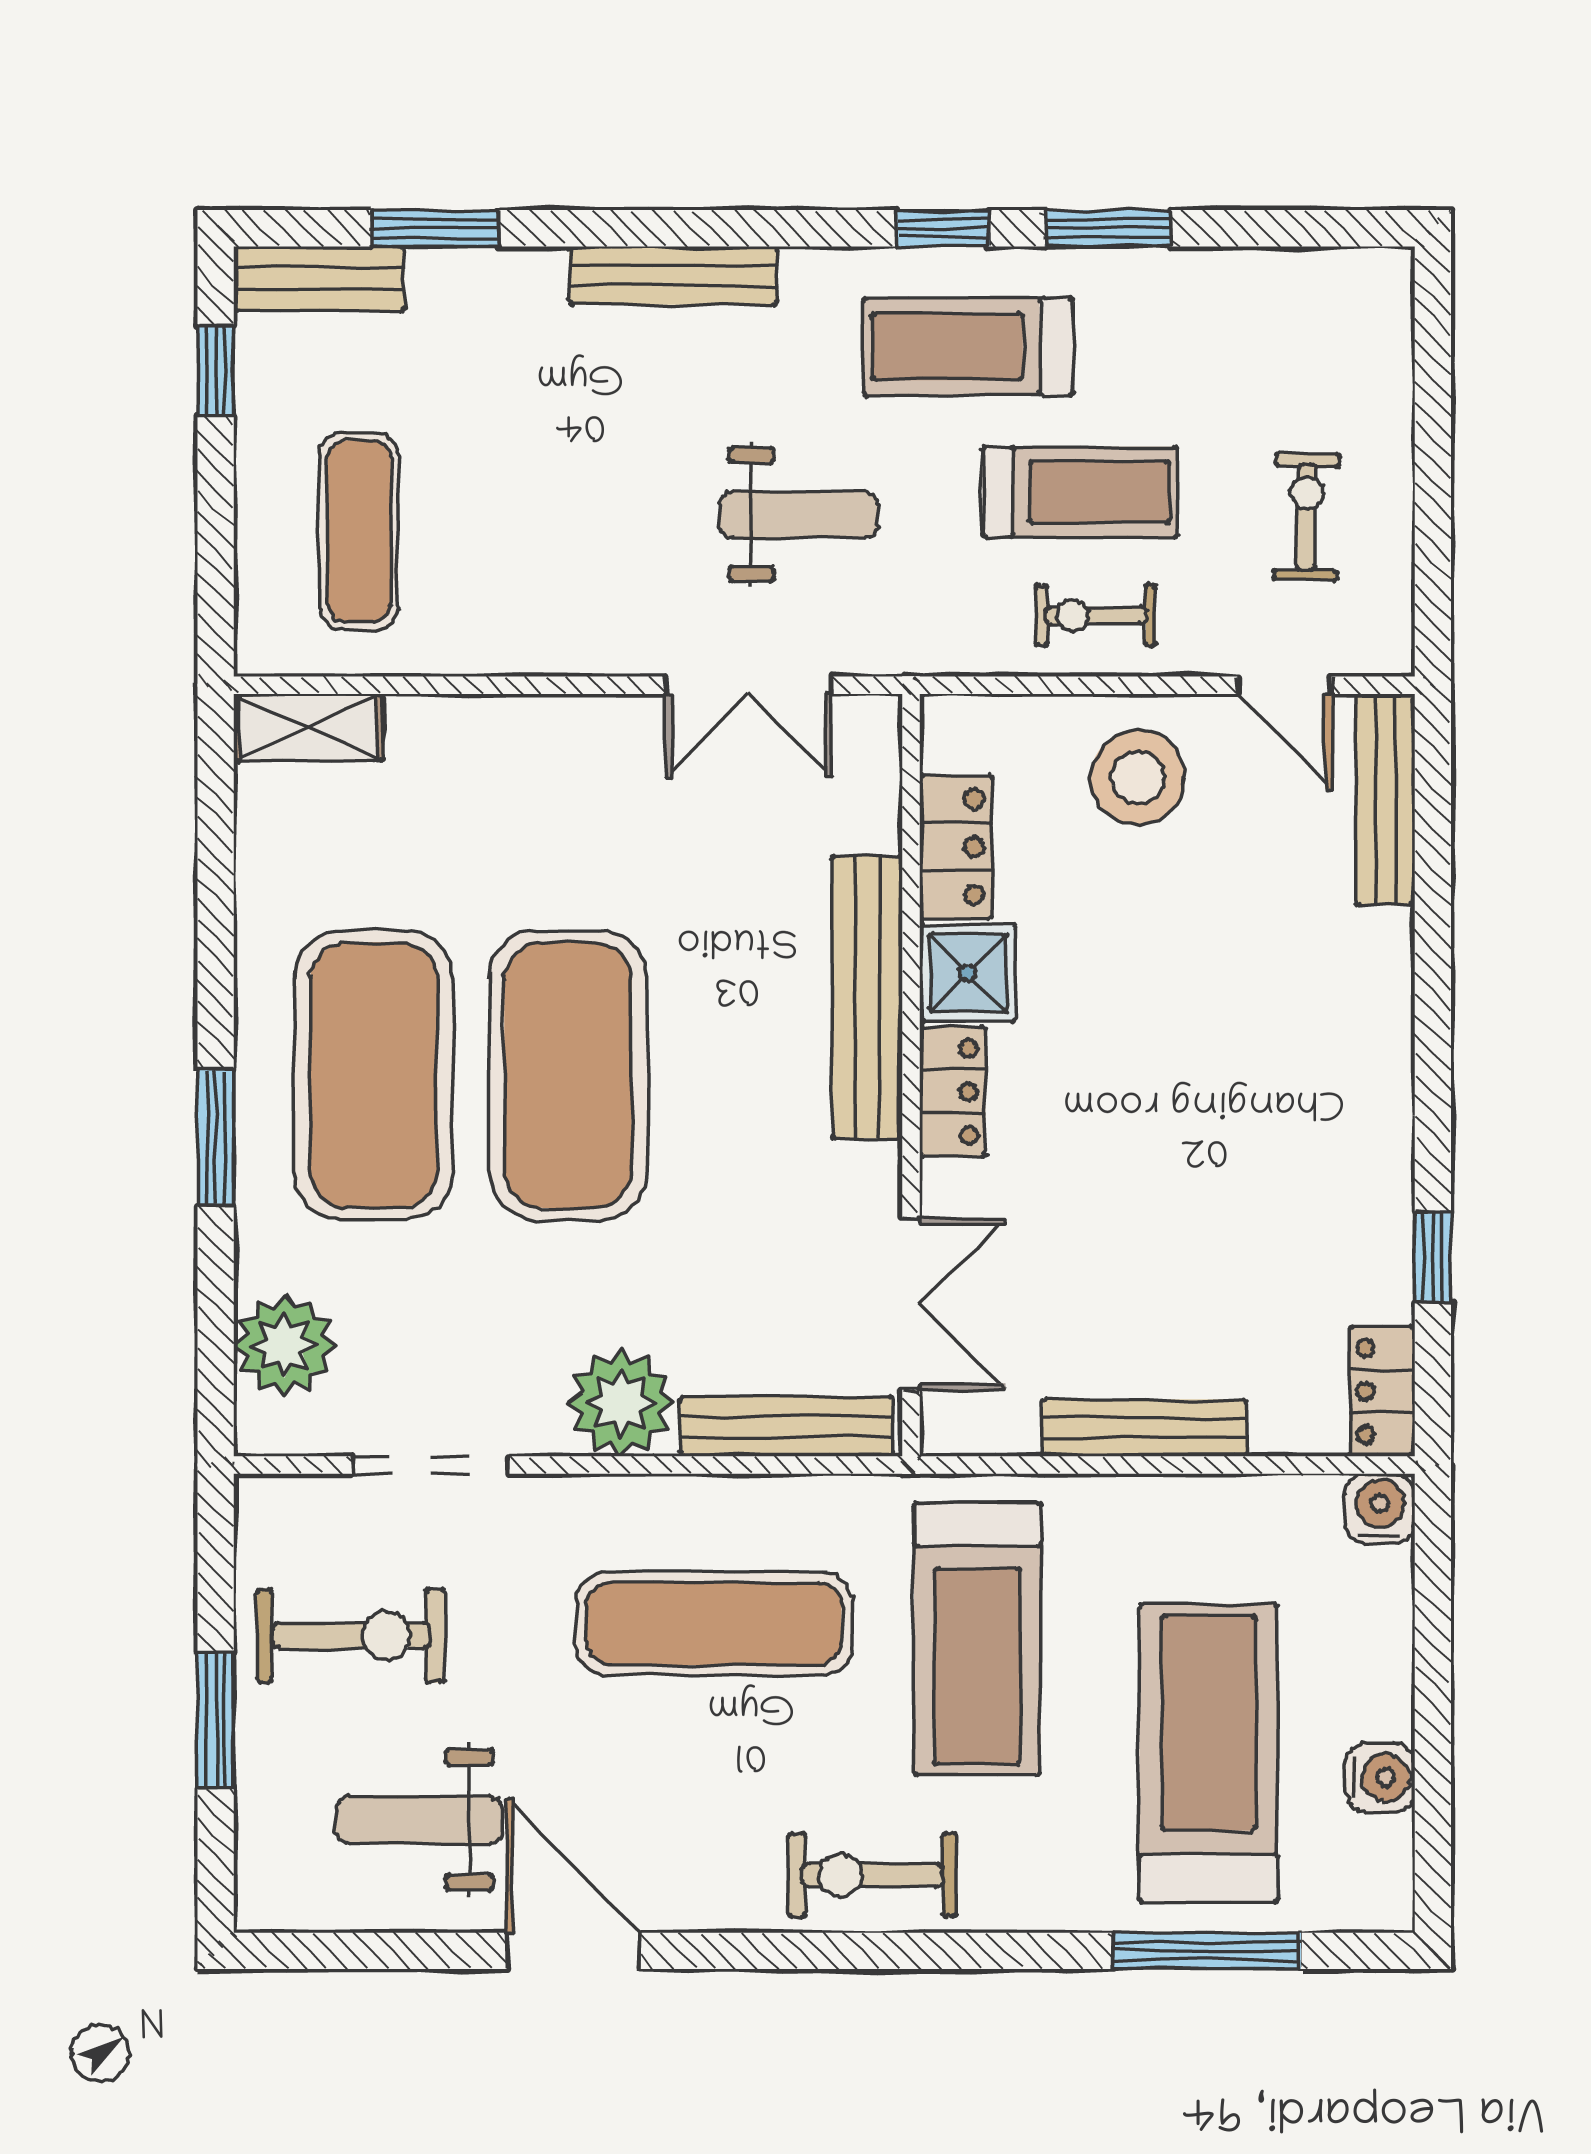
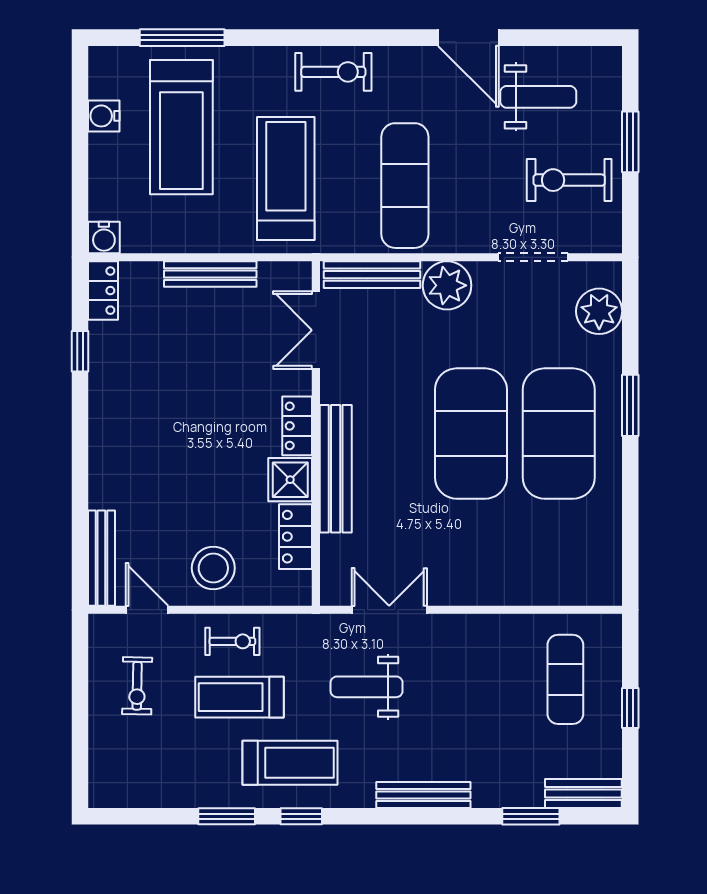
window: (216, 371) -> (630, 708), moved
shelving: (308, 727) -> (588, 591), removed
exercise mat: (714, 1624) -> (405, 186), turned 90

